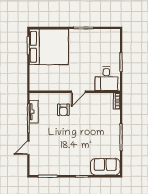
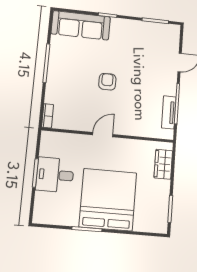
bed: (49, 47) -> (108, 200), moved, turned 90
wardrobe: (35, 75) -> (163, 164), added
desk: (106, 79) -> (55, 175), moved, turned -90
armchair: (63, 110) -> (107, 82), moved
sofa: (105, 167) -> (81, 25), width x1.36

